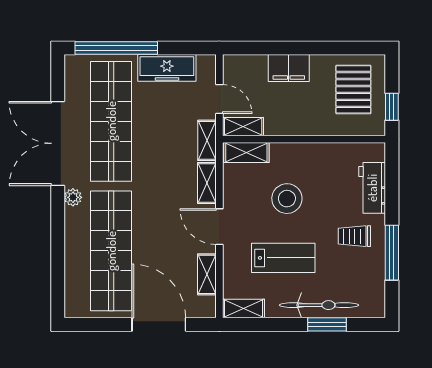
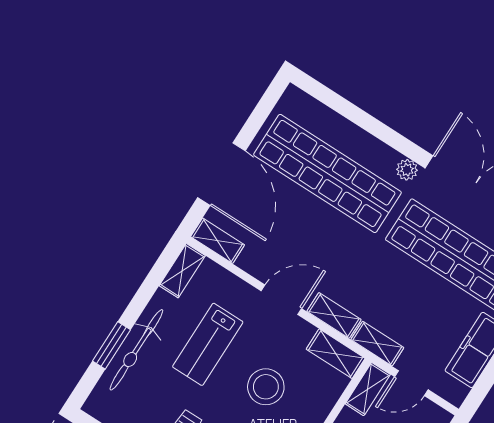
shelving: (246, 152) -> (336, 354), moved, turned 90
shelving: (207, 274) -> (218, 241), moved
door: (159, 324) -> (221, 174), hinge flipped

